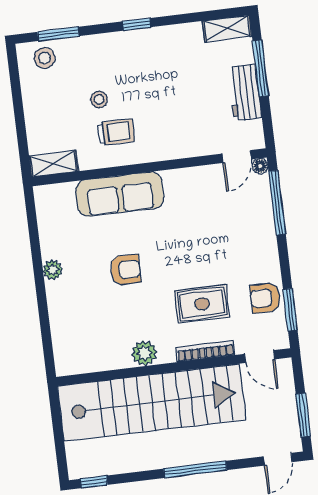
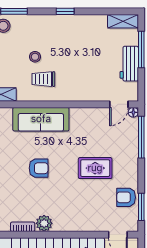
trolley: (116, 132) -> (43, 79), turned 180
rug: (202, 304) -> (95, 168), moved
bookcase: (205, 351) -> (23, 227), moved, width x0.64

